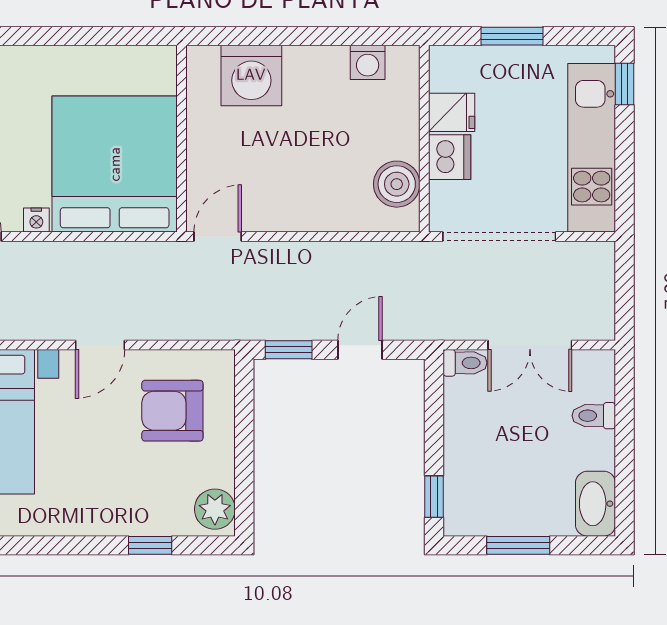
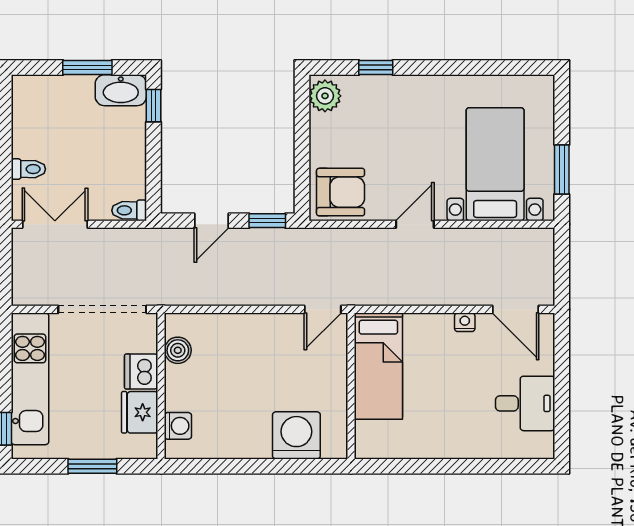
washing machine: (368, 62) -> (178, 426), moved, turned 90
fridge: (452, 112) -> (140, 412), width x1.38
bed: (115, 164) -> (378, 366), width x0.49
boiler: (397, 184) -> (178, 350), width x0.73, depth x0.73
double door: (530, 345) -> (55, 224), moved
armchair: (172, 411) -> (341, 192), moved
washbasin: (596, 504) -> (121, 90), moved, turned 90

